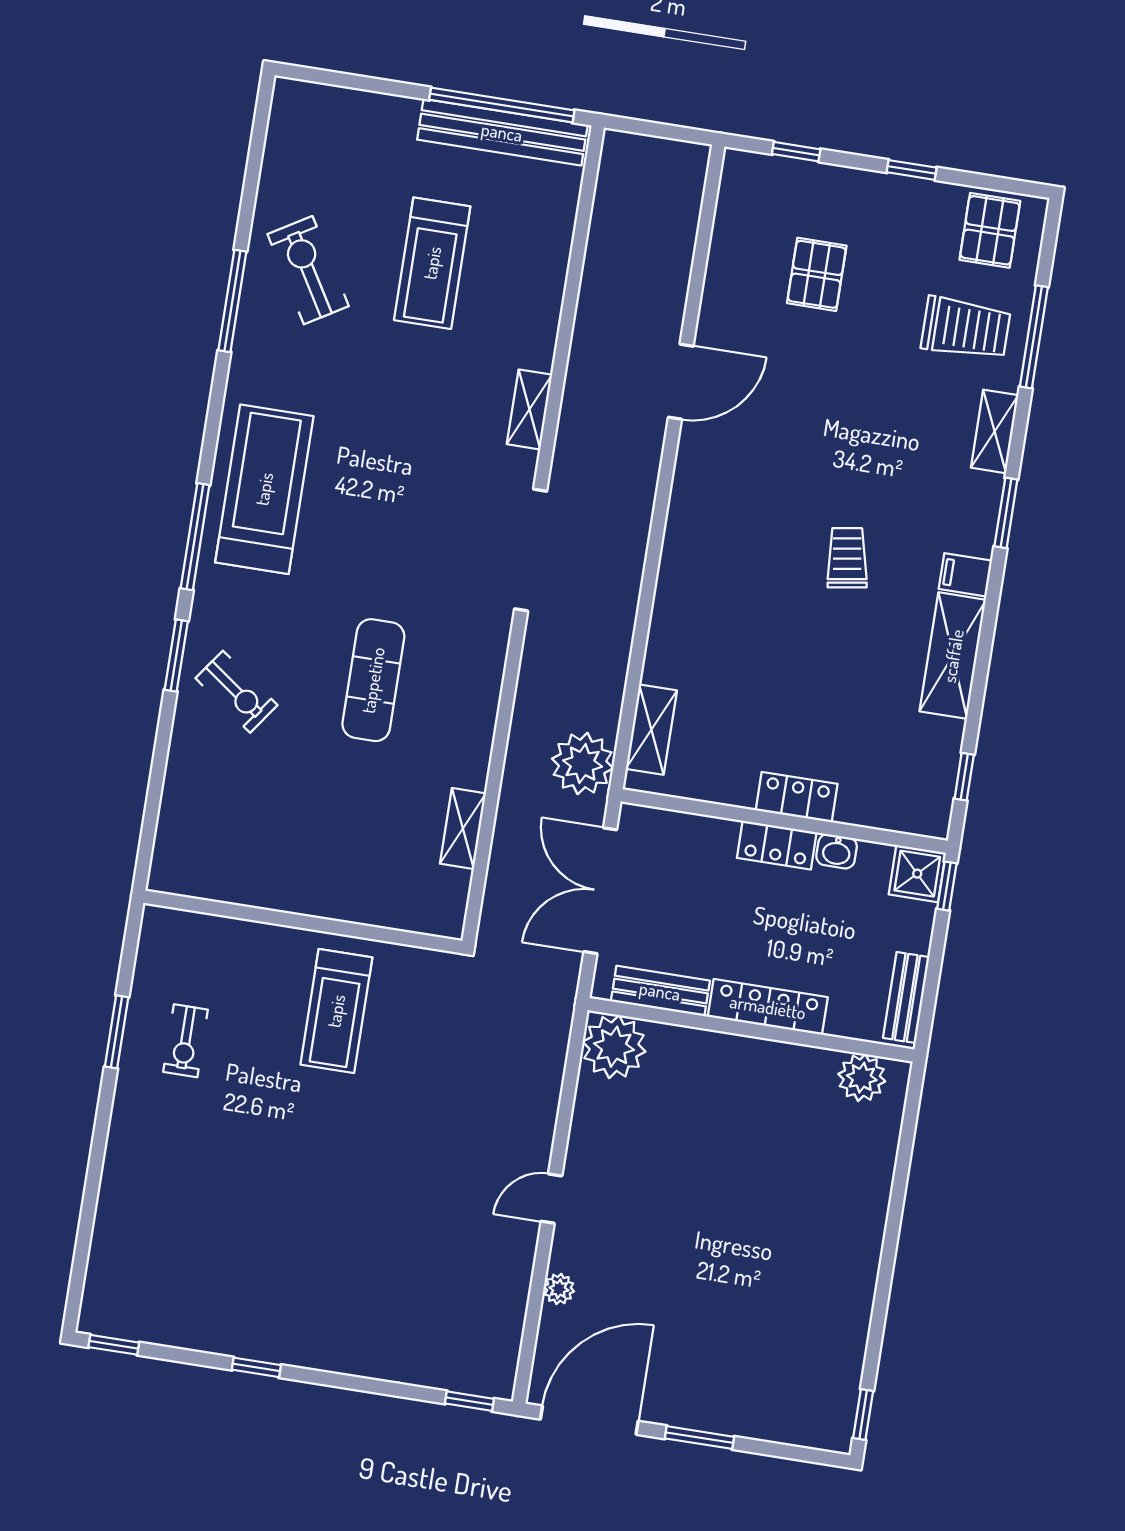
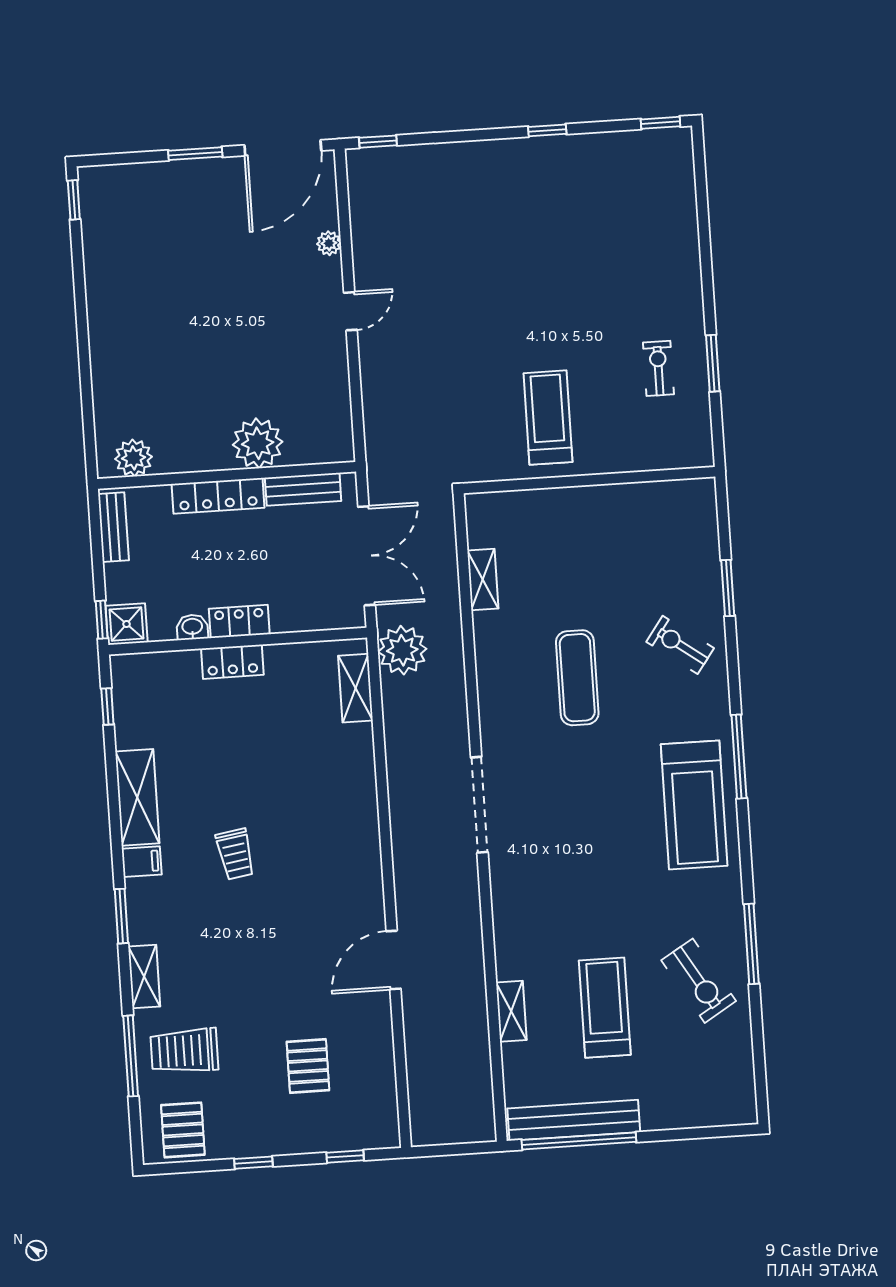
shelving: (529, 409) -> (511, 1011), moved
window: (176, 655) -> (728, 588), moved
plant: (614, 1047) -> (258, 443), moved

